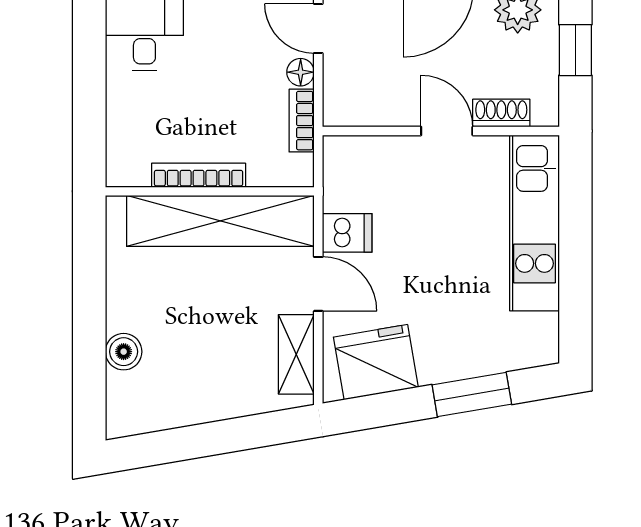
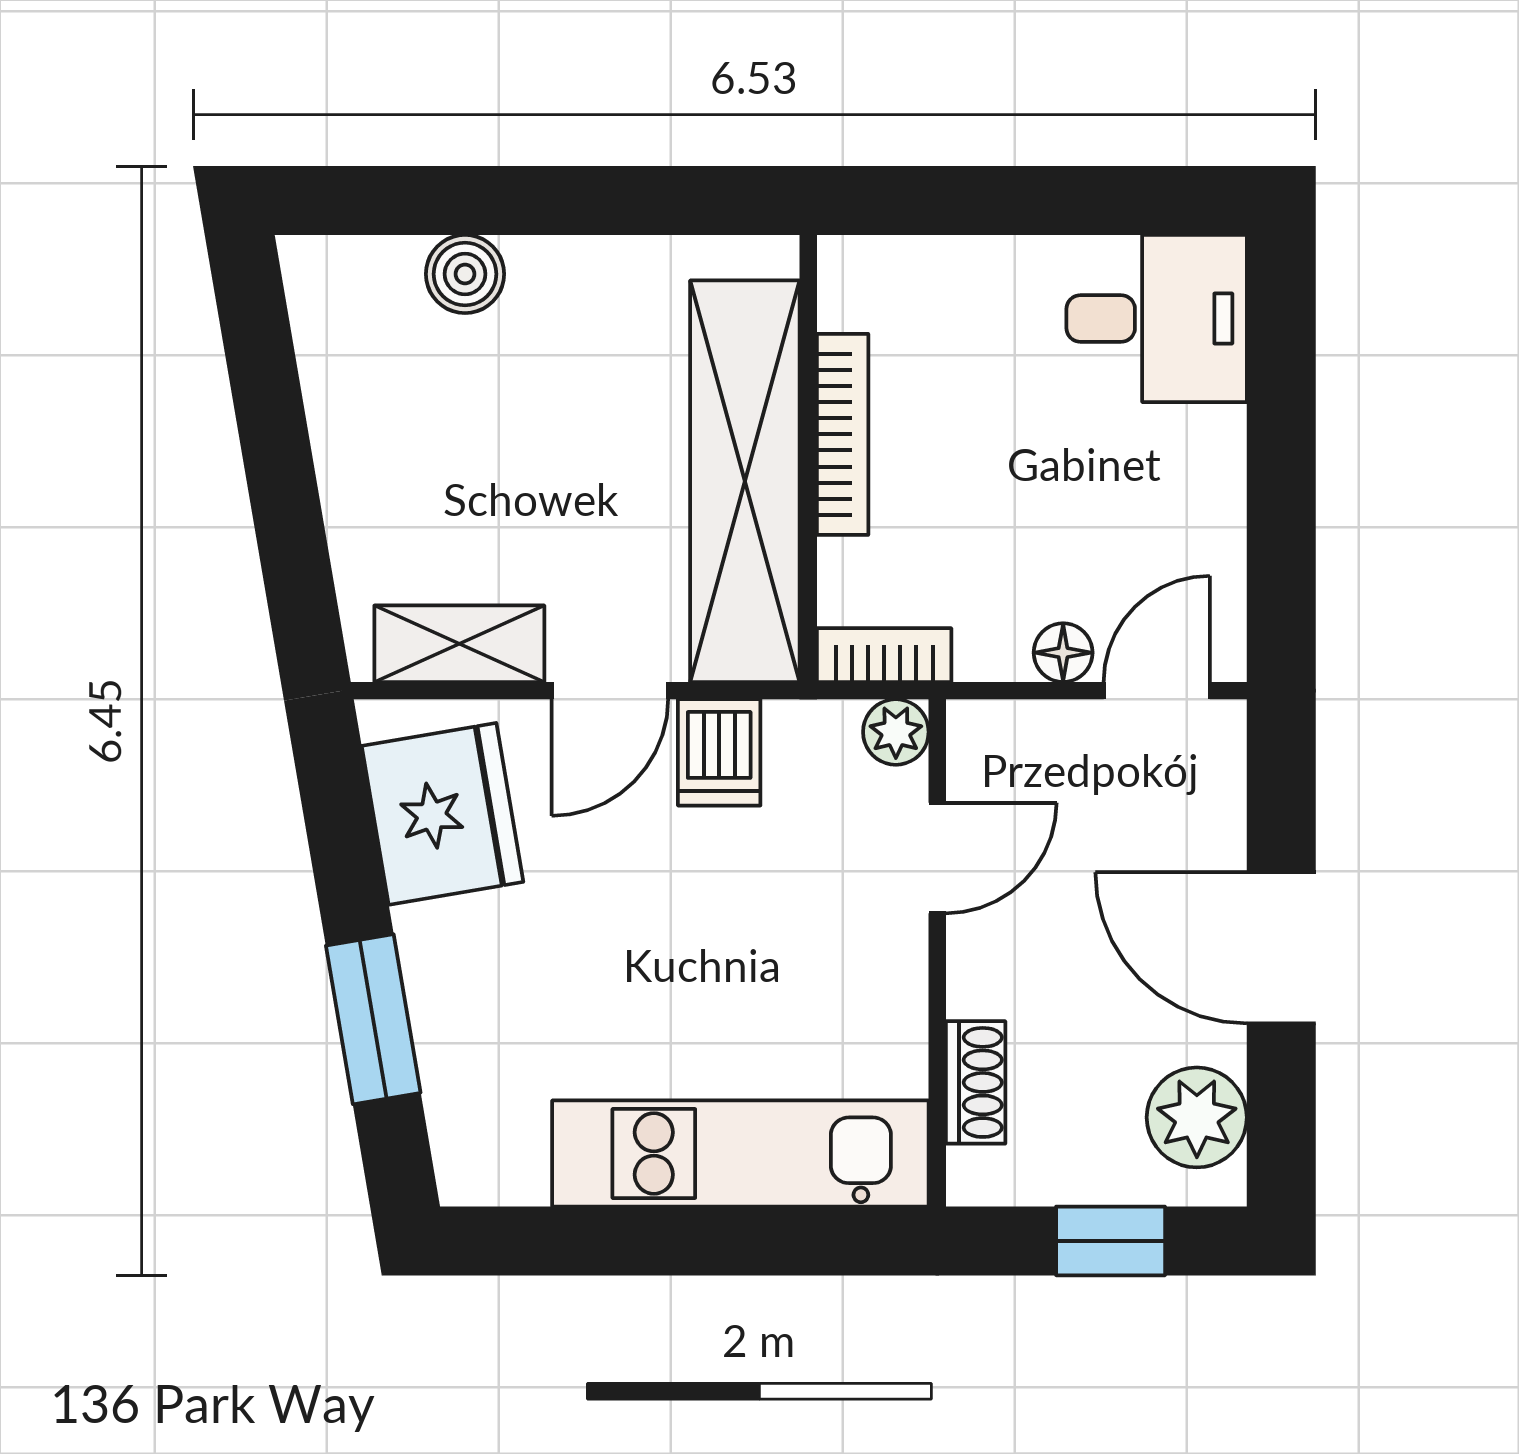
bookcase: (302, 121) -> (884, 655), moved
door: (447, 131) -> (937, 858), moved
plant: (338, 150) -> (896, 732), added

